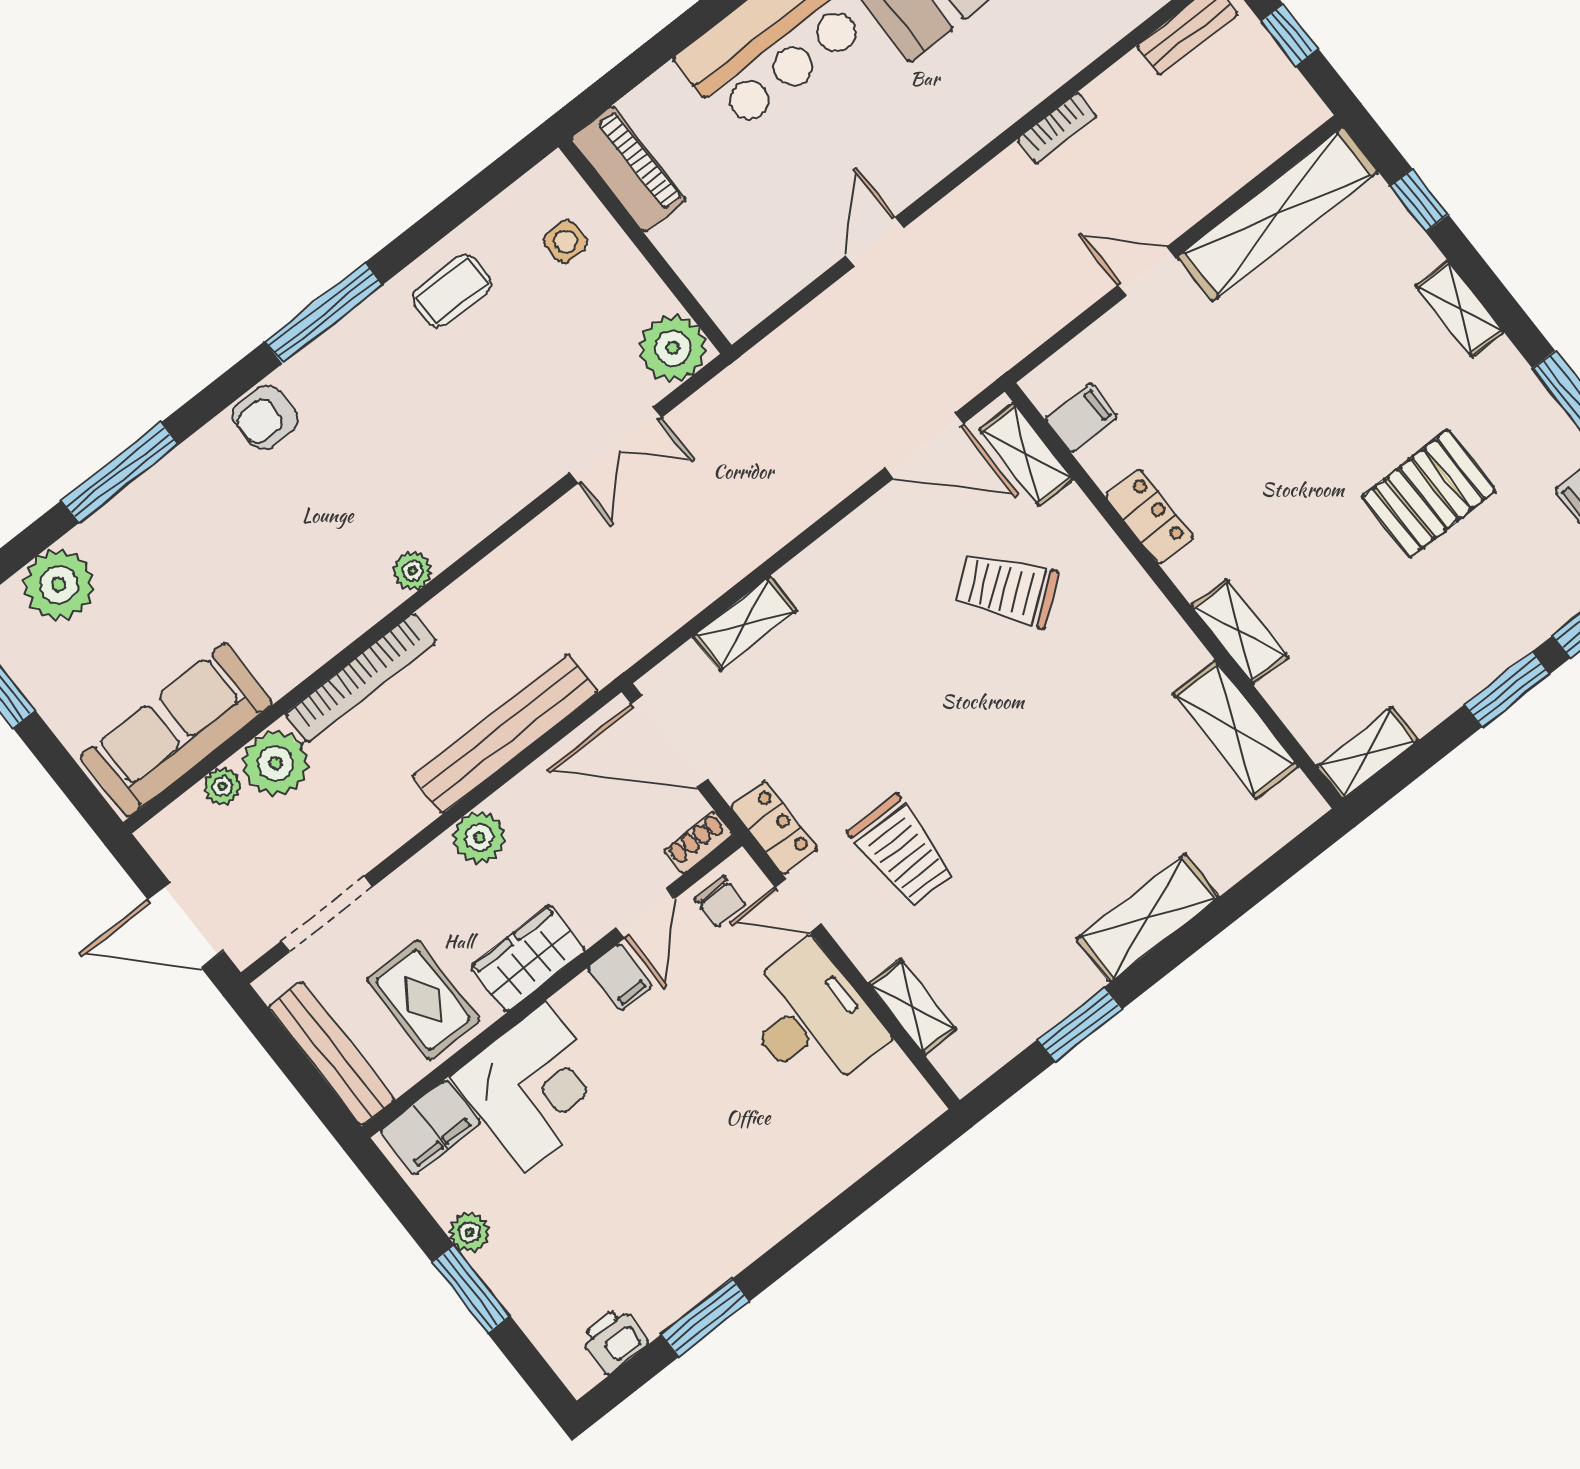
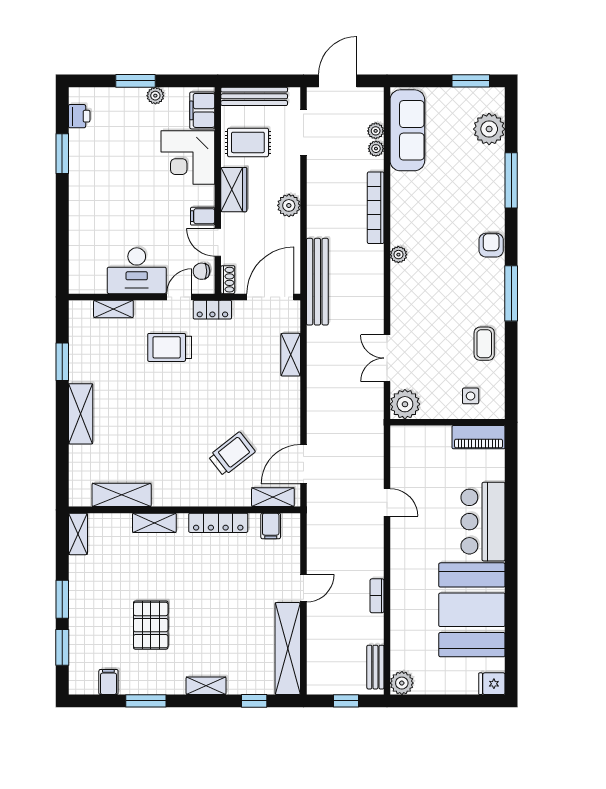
locker: (1149, 517) -> (218, 523), width x1.53
bench: (505, 734) -> (317, 282), moved
plant: (276, 763) -> (376, 149), width x0.53, depth x0.53

